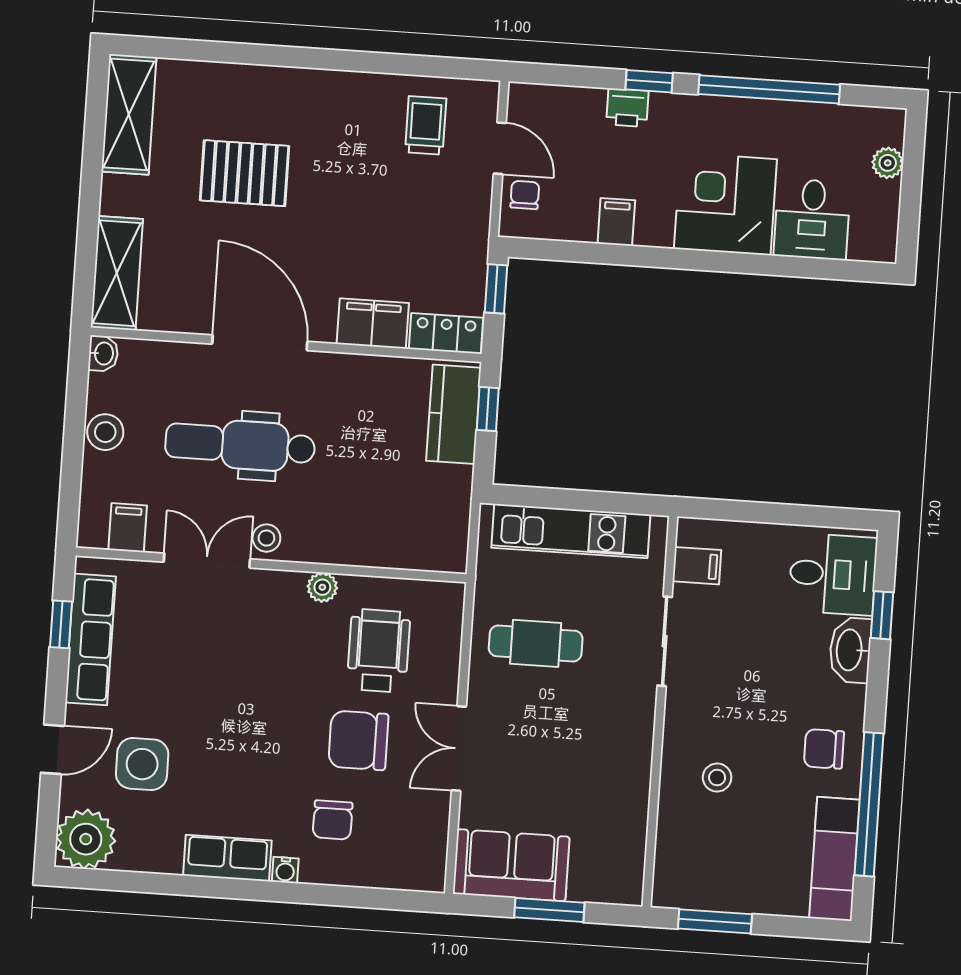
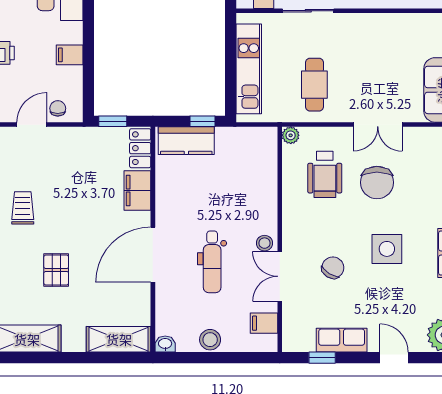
trolley: (426, 125) -> (23, 208), moved, turned 90
pallet: (244, 173) -> (56, 270), width x0.67, depth x0.71
chair: (525, 195) -> (58, 108), turned 90
window: (488, 409) -> (202, 121), moved
dental chair: (240, 445) -> (212, 262), width x0.73, depth x0.72
plant: (322, 587) -> (291, 135), moved
row of seats: (90, 639) -> (342, 340), width x0.68
wheelchair: (379, 651) -> (325, 174), turned -90
side table: (142, 764) -> (387, 249), moved
chair: (333, 820) -> (333, 268), moved, turned -58

